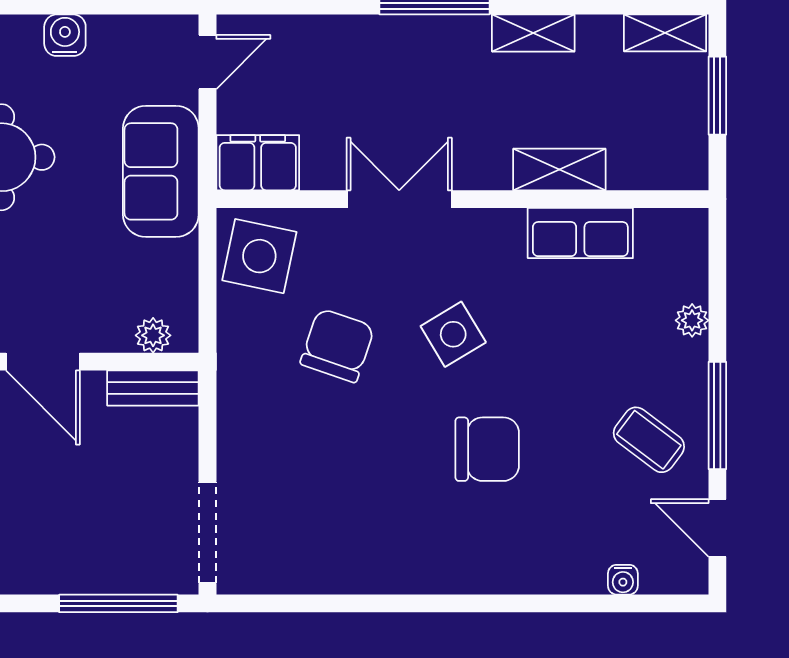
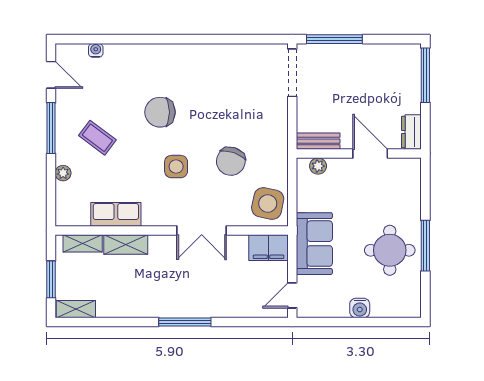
shelving: (533, 33) -> (83, 243), moved
side table: (453, 334) -> (176, 167), turned 31
coffee table: (649, 440) -> (97, 138), moved

